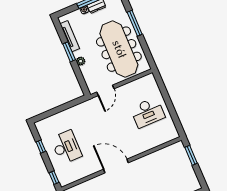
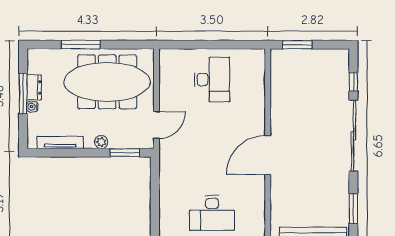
window: (69, 52) -> (125, 153), moved
door: (105, 90) -> (156, 125), hinge flipped
desk: (66, 147) -> (212, 213), turned 180

